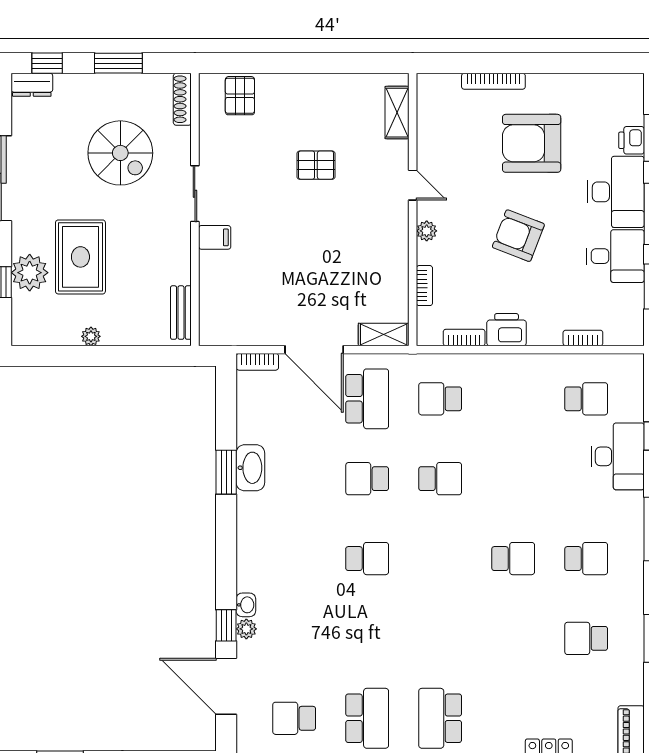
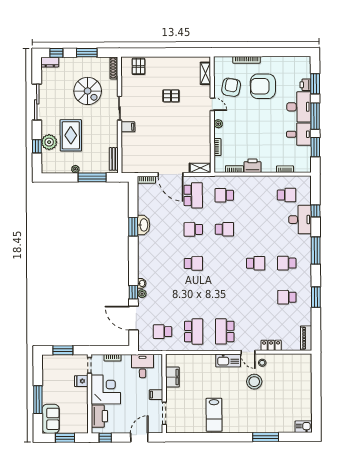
armchair: (518, 236) -> (231, 87), moved, turned 79
window: (130, 356) -> (92, 177), added
school desk: (586, 559) -> (287, 263), turned 180

